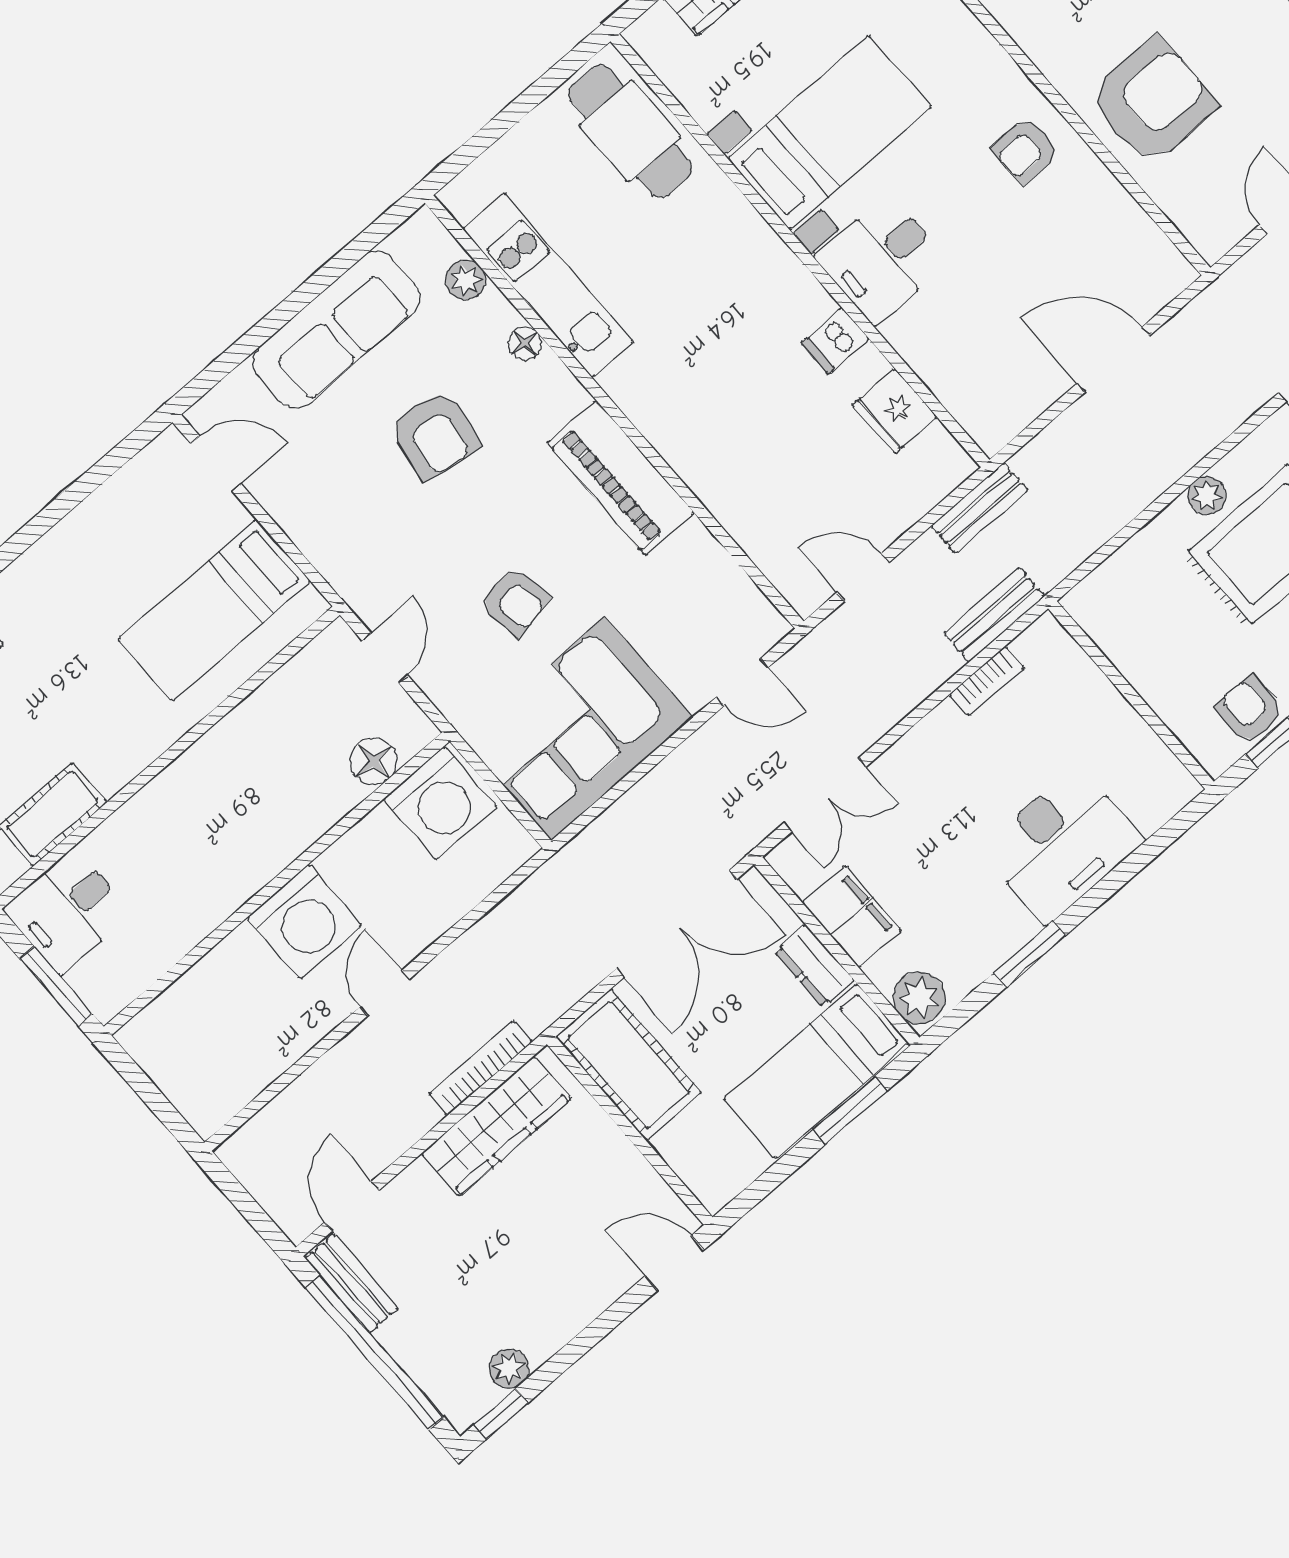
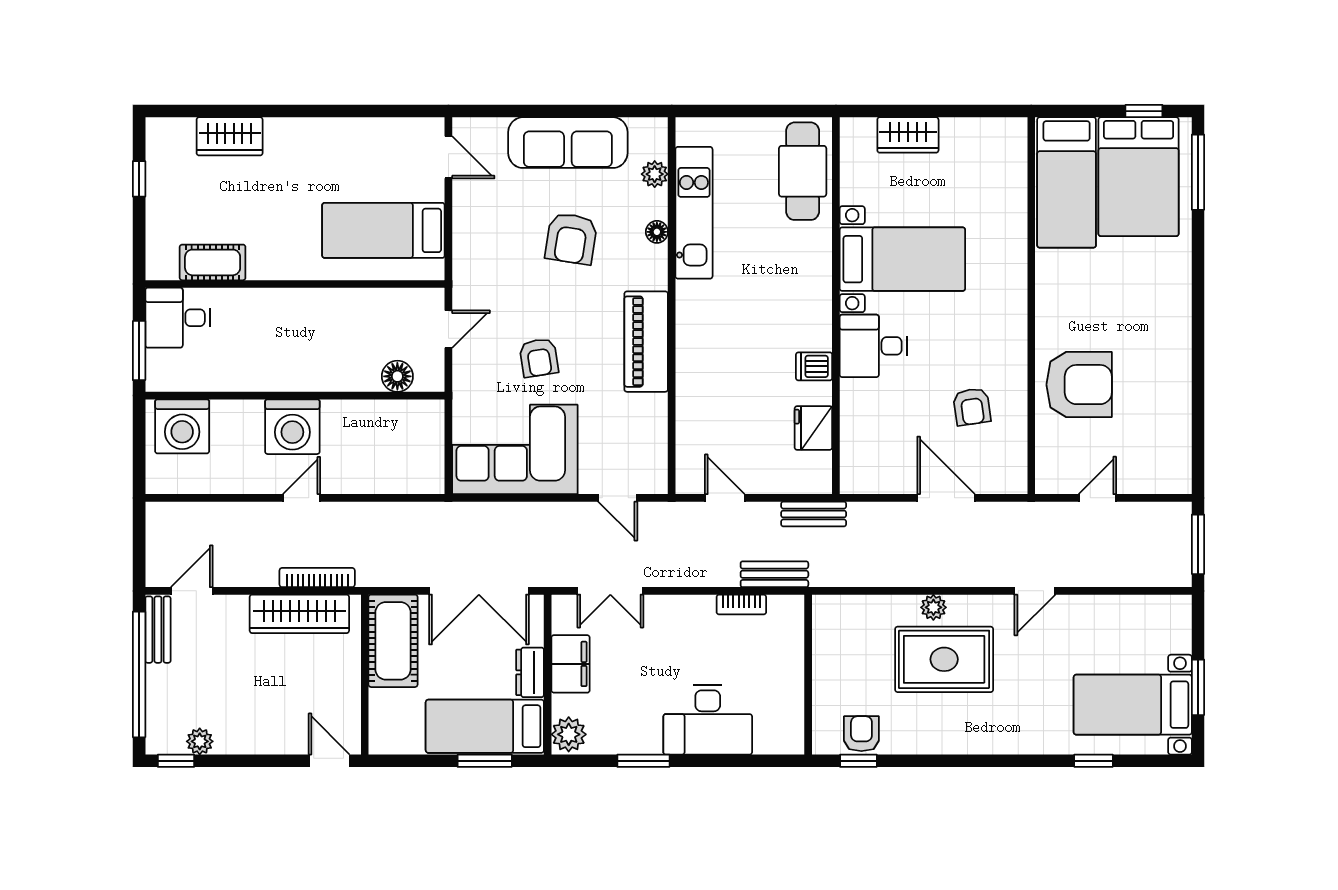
armchair: (1026, 151) -> (972, 407), moved, turned -98
washing machine: (440, 803) -> (182, 426), moved

